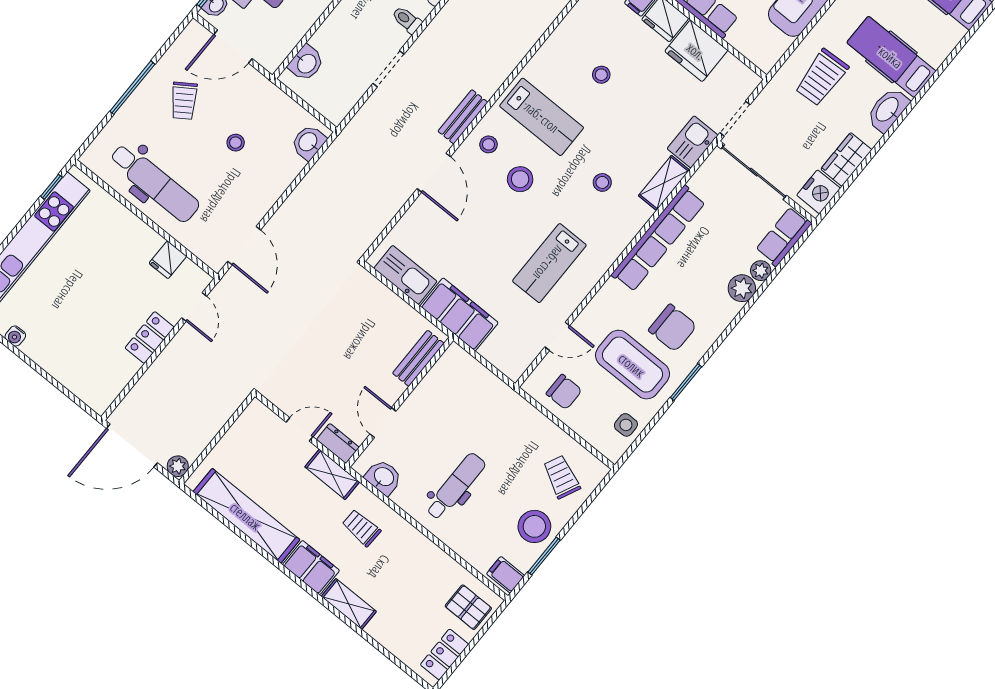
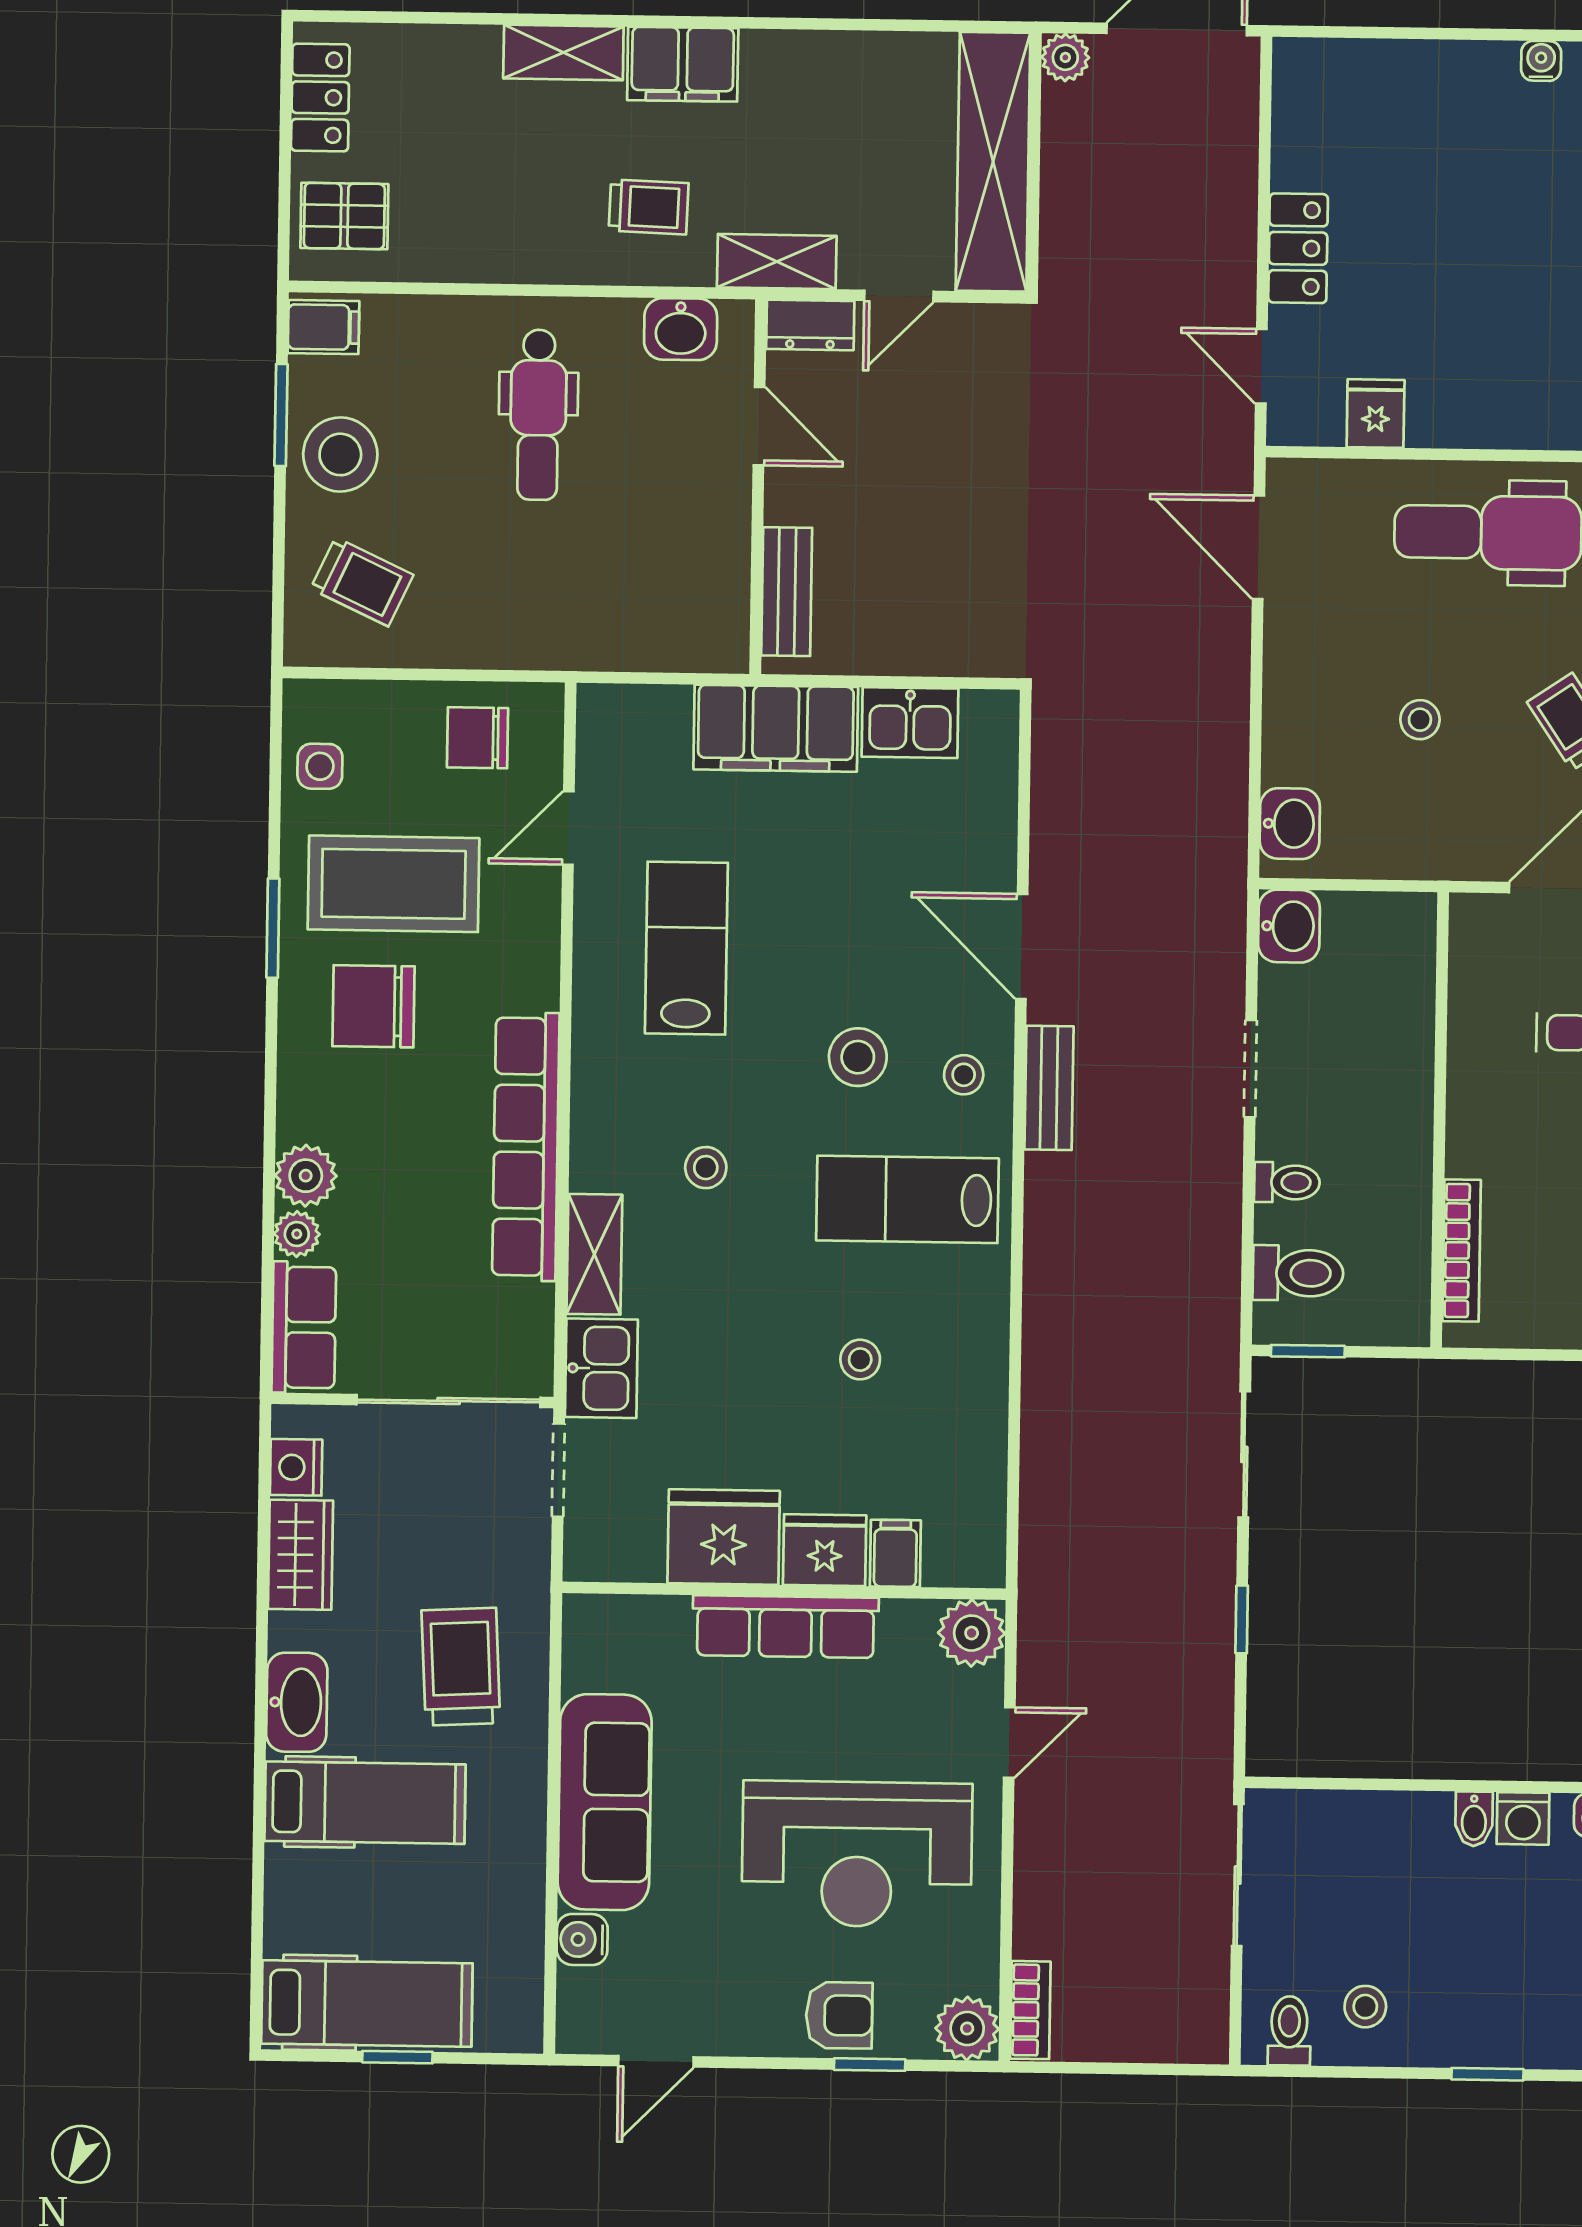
washbasin: (306, 63) -> (1289, 926), moved, turned 180
nightstand: (819, 192) -> (296, 1467), width x0.74, depth x0.75
kitchen sink: (405, 275) -> (910, 723), width x0.73
shelving: (246, 516) -> (993, 162), moved, turned 90

